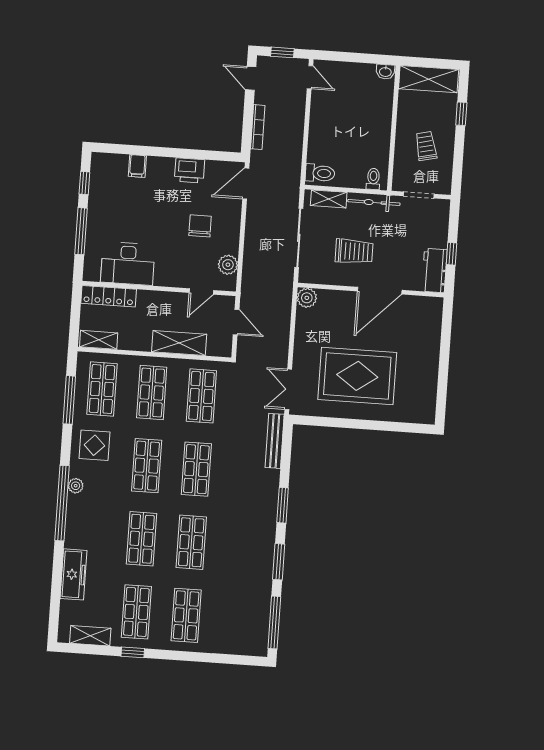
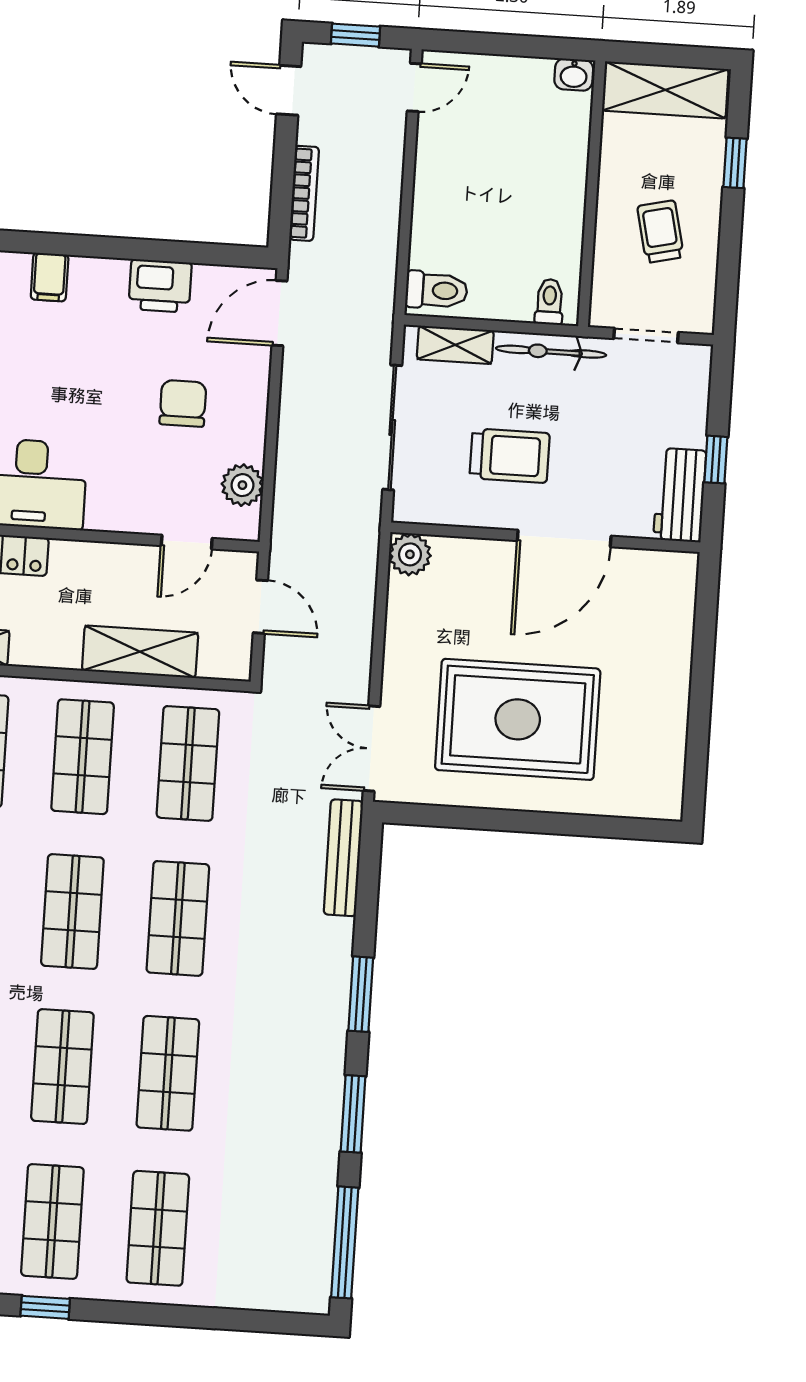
door: (310, 77) -> (414, 87), hinge flipped

